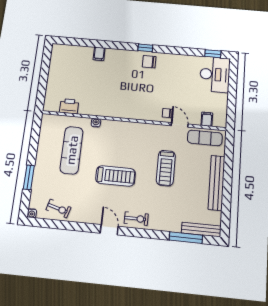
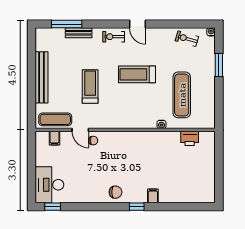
window: (145, 48) -> (137, 207), moved
filing cabinet: (99, 54) -> (153, 196), moved
bench: (201, 230) -> (79, 33), moved, width x0.73

